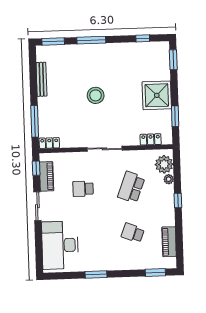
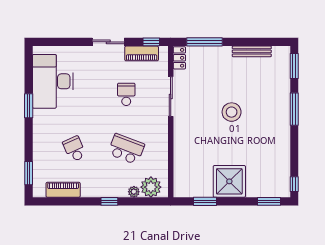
window: (143, 38) -> (294, 184), moved
locker: (151, 139) -> (180, 173), removed
sliding door: (104, 149) -> (171, 96), moved
school desk: (133, 233) -> (74, 149), turned -45
desk: (60, 245) -> (53, 81), moved, turned -90

